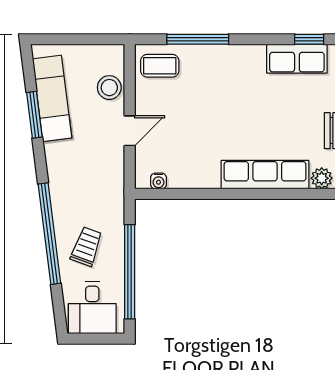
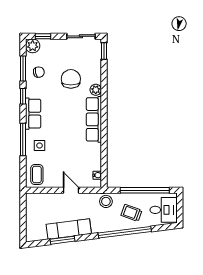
window: (198, 39) -> (23, 139), moved
row of seats: (297, 59) -> (33, 114), moved
side table: (215, 71) -> (40, 146), added
stool: (109, 88) -> (106, 201), moved
exam couch: (52, 98) -> (69, 229), moved

